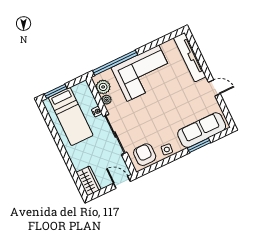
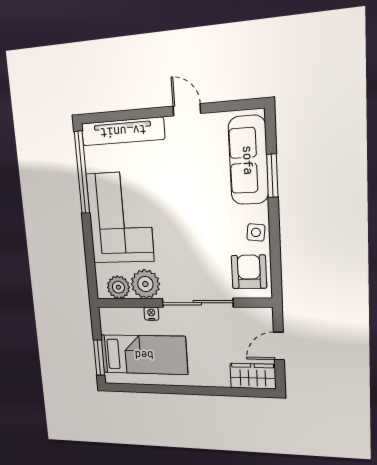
window: (115, 63) -> (82, 172), moved
door: (214, 88) -> (187, 110), hinge flipped
plant: (107, 100) -> (145, 284), width x1.88, depth x1.88
armchair: (145, 155) -> (249, 272), turned 90
door: (122, 182) -> (279, 346), moved

